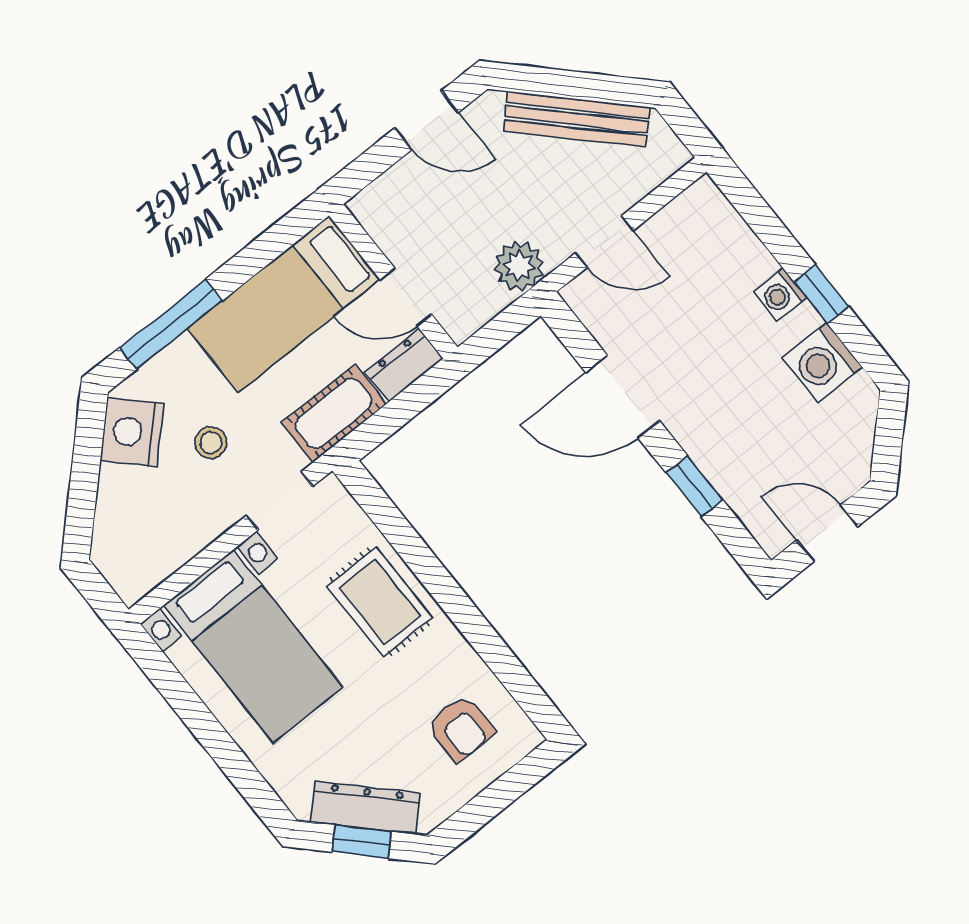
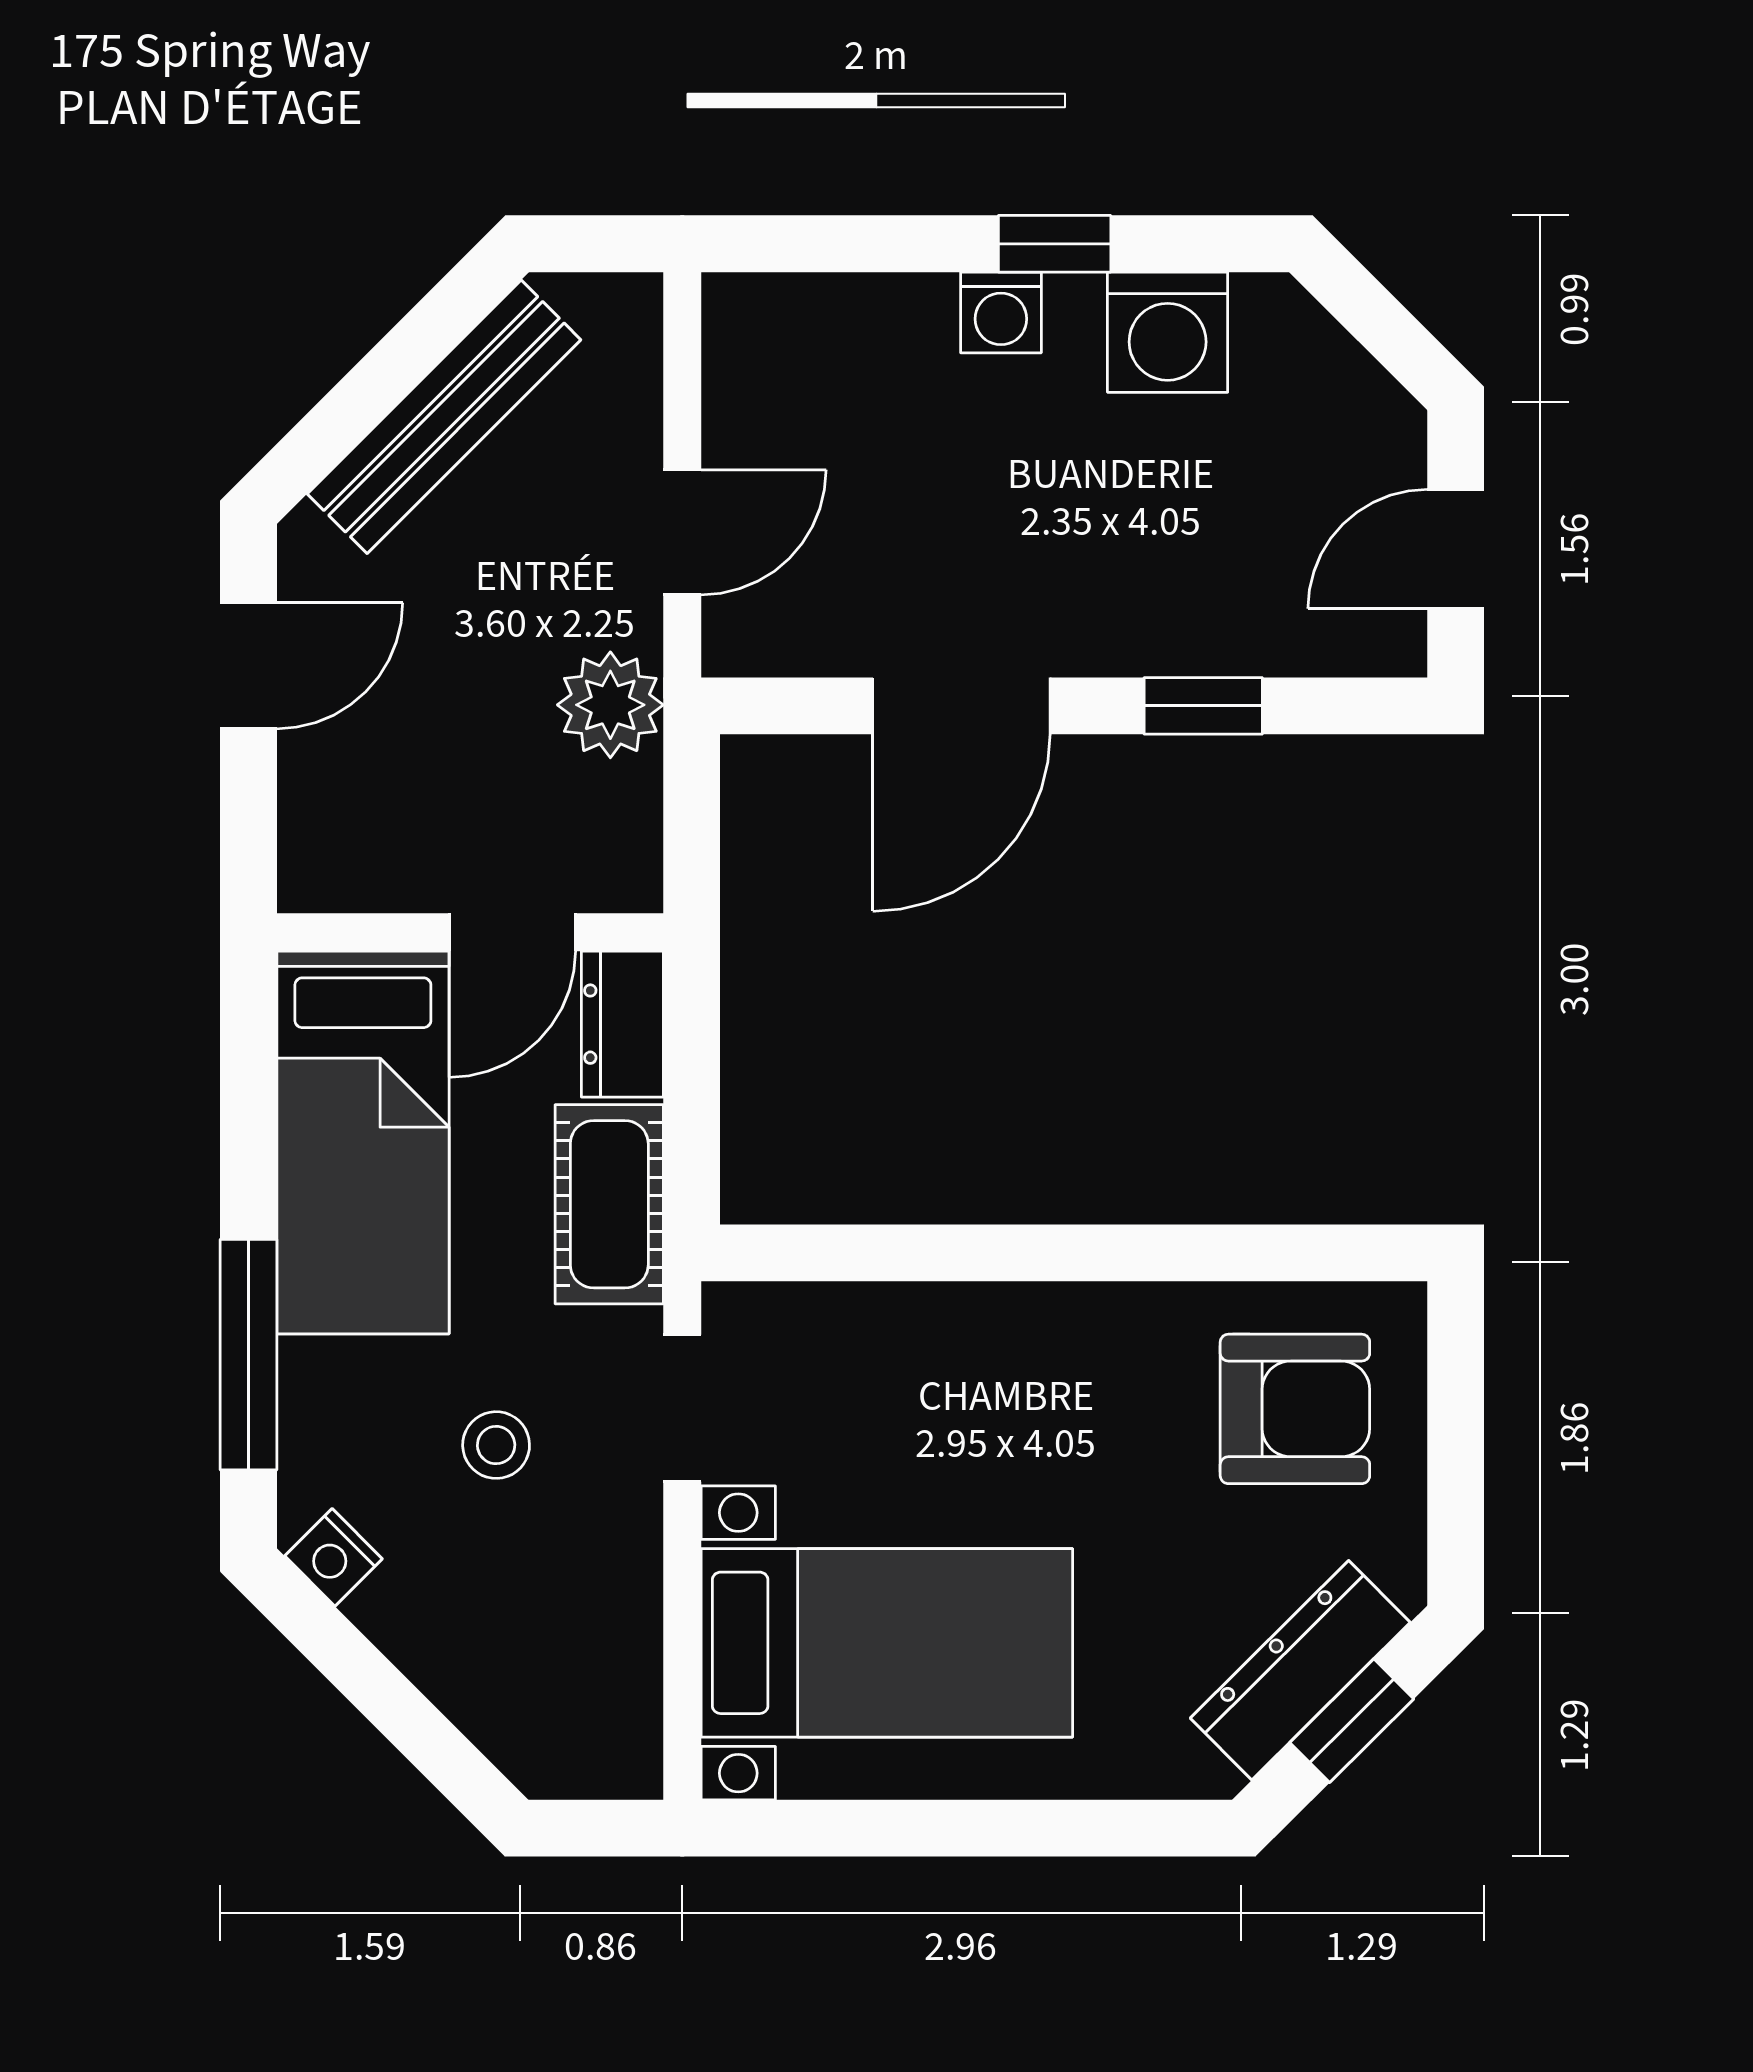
nightstand: (132, 432) -> (334, 1557), width x0.53, depth x0.56
rug: (380, 602) -> (980, 1376), removed
armchair: (461, 728) -> (1295, 1409), width x1.38, depth x1.38

